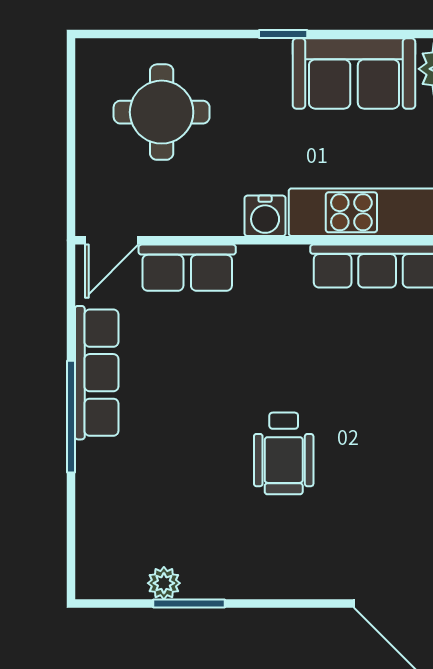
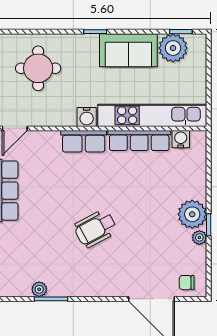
row of seats: (187, 268) -> (84, 141), moved
wheelchair: (284, 453) -> (95, 228), turned 62

